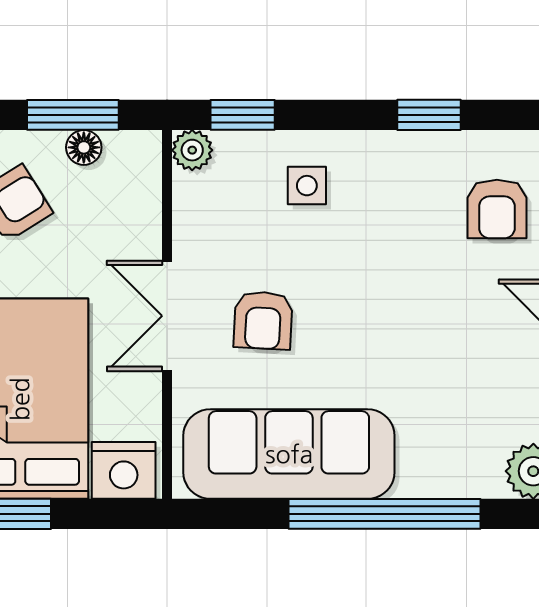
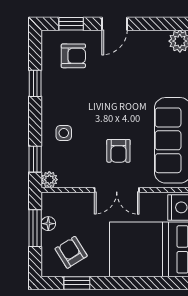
armchair: (263, 320) -> (118, 151), turned 87

